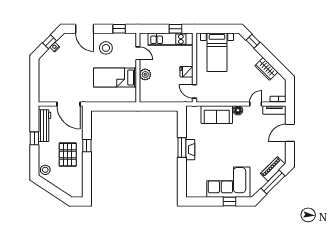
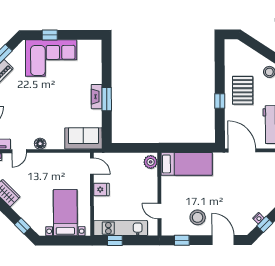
plant: (145, 74) -> (151, 162), moved
bed: (115, 77) -> (187, 164), moved
sofa: (217, 115) -> (83, 138), moved

